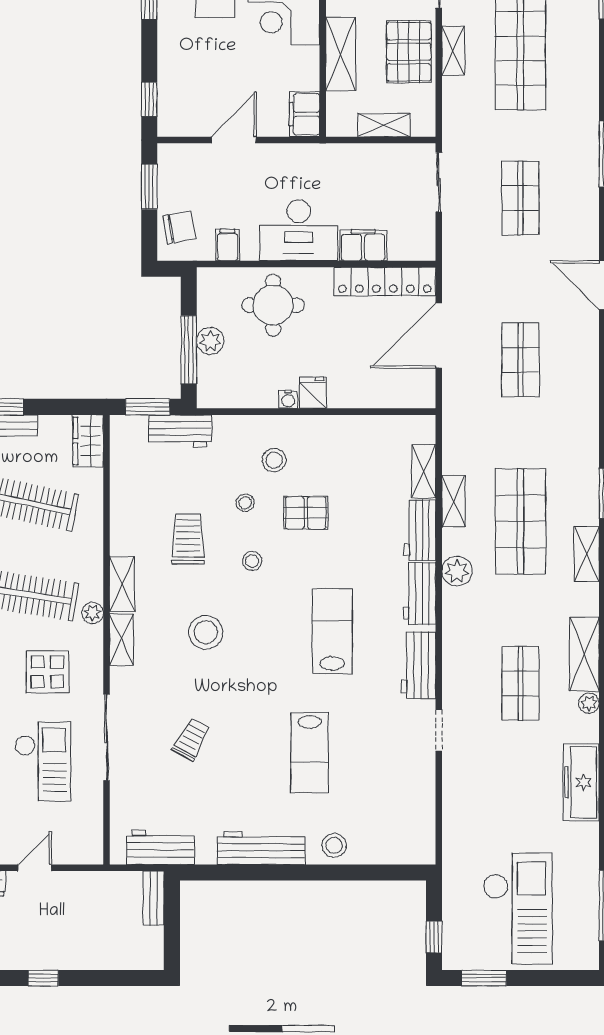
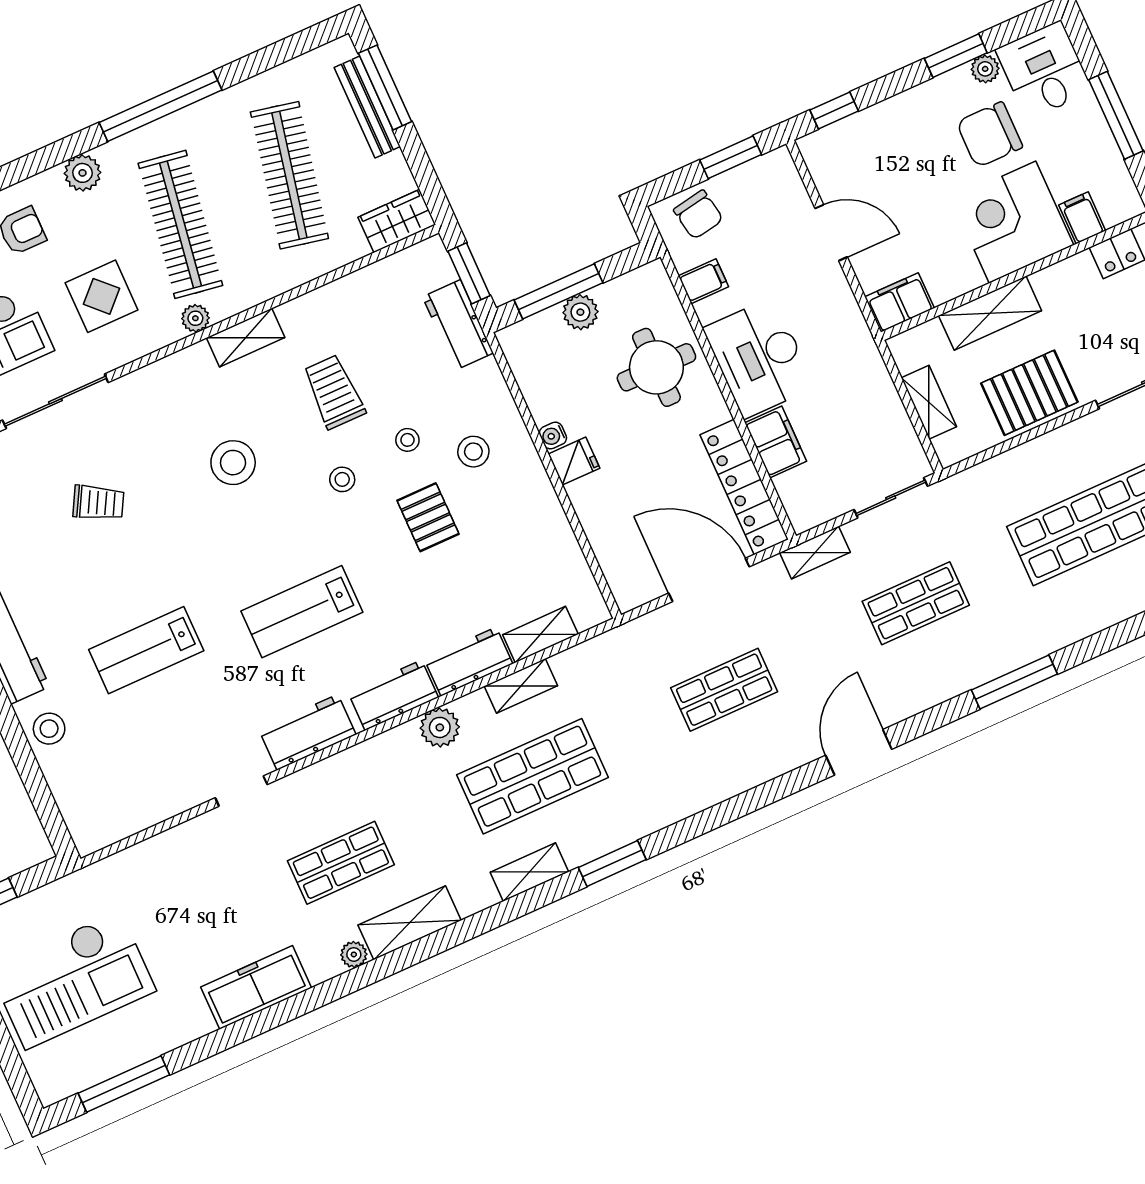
shelving: (453, 51) -> (815, 553), moved
trolley: (188, 539) -> (334, 392), turned -90
lab bench: (332, 631) -> (302, 612), turned 180
shelving: (121, 640) -> (179, 366), removed

